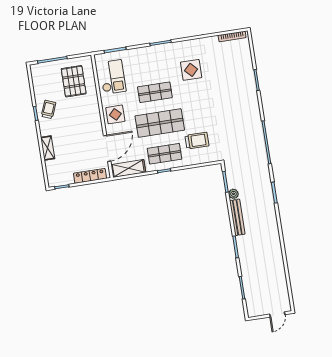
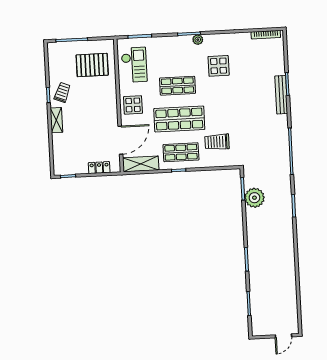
plant: (169, 48) -> (198, 40), added
pallet: (74, 81) -> (92, 65), turned 90
trolley: (197, 141) -> (217, 142), turned 180
shelving: (48, 148) -> (56, 120), moved
locker: (90, 176) -> (99, 168), width x0.66
plant: (234, 194) -> (254, 198), width x1.87, depth x1.87
bench: (237, 217) -> (281, 95), moved

